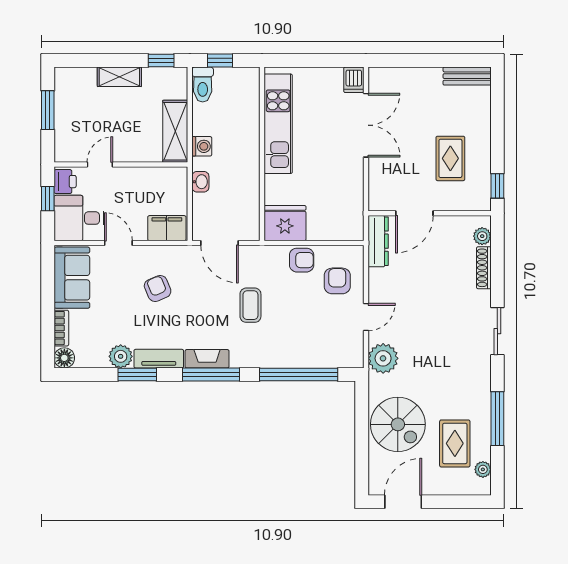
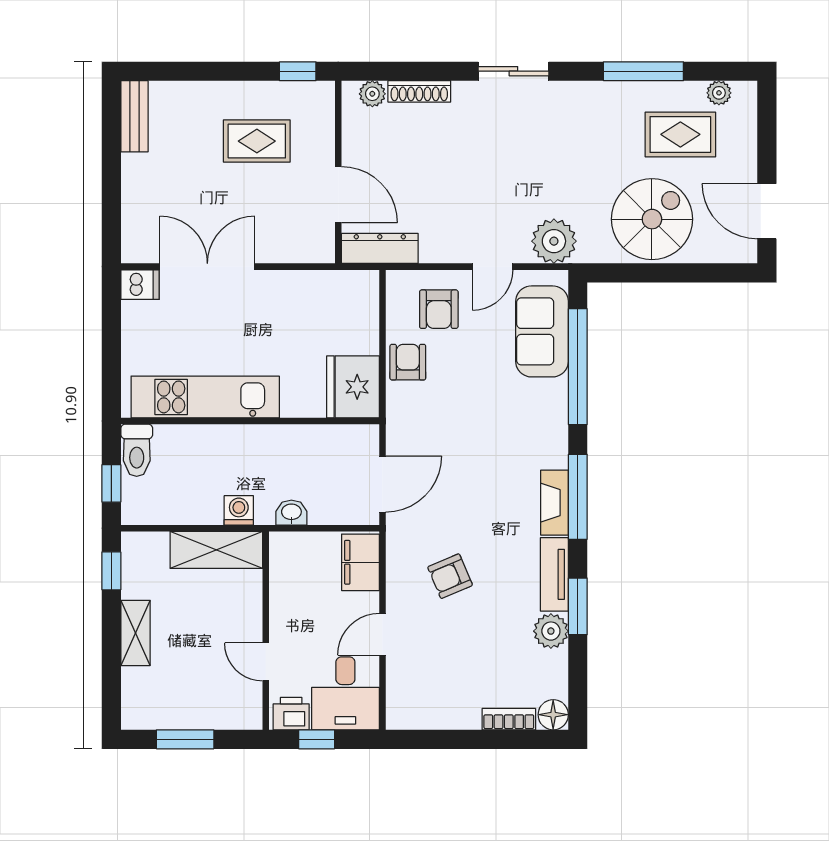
toilet: (203, 84) -> (137, 450), moved, turned 90
sofa: (72, 278) -> (542, 331), moved, turned -90
armchair: (337, 281) -> (439, 309), turned -90
coffee table: (250, 305) -> (475, 438), removed
door: (366, 317) -> (493, 267), swing flipped

